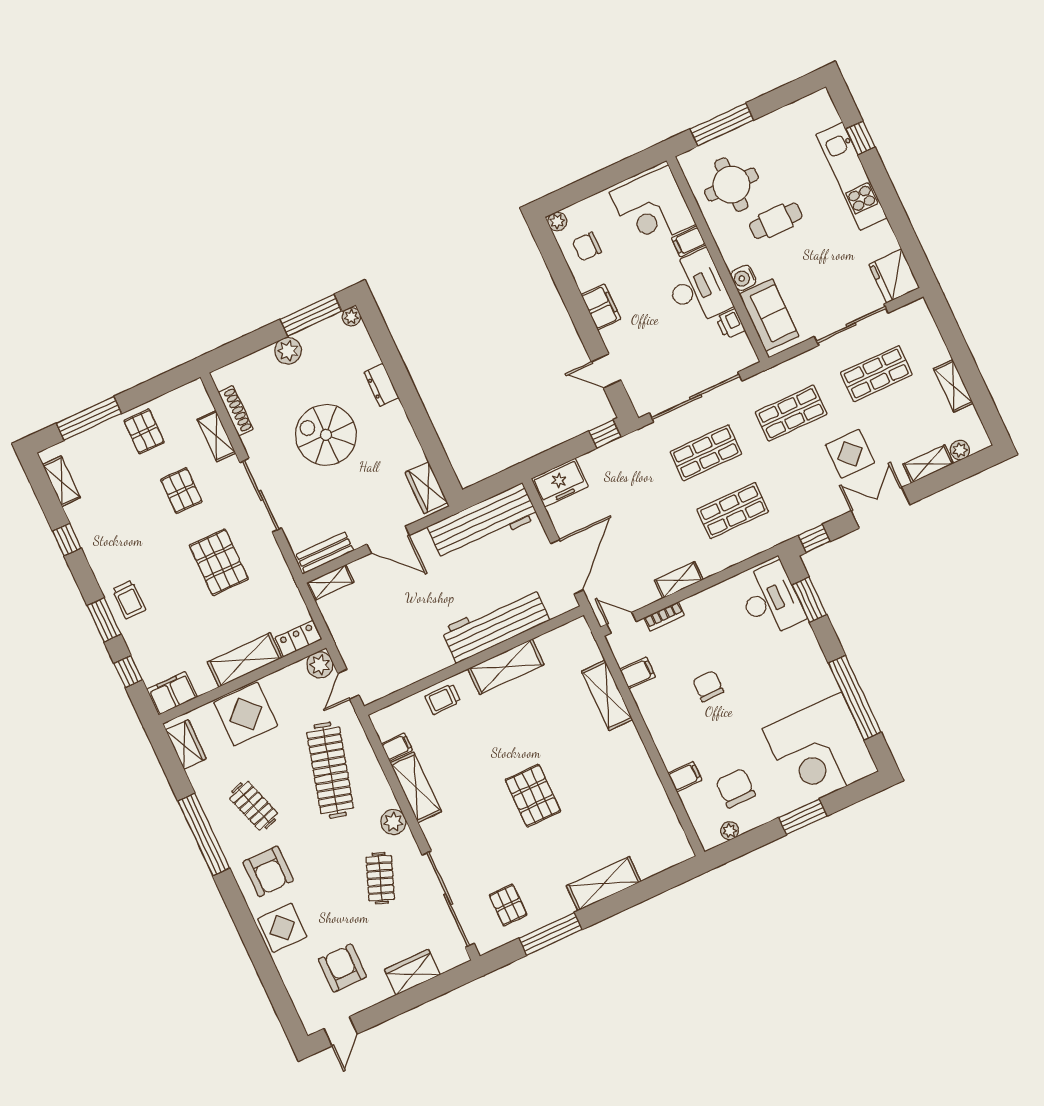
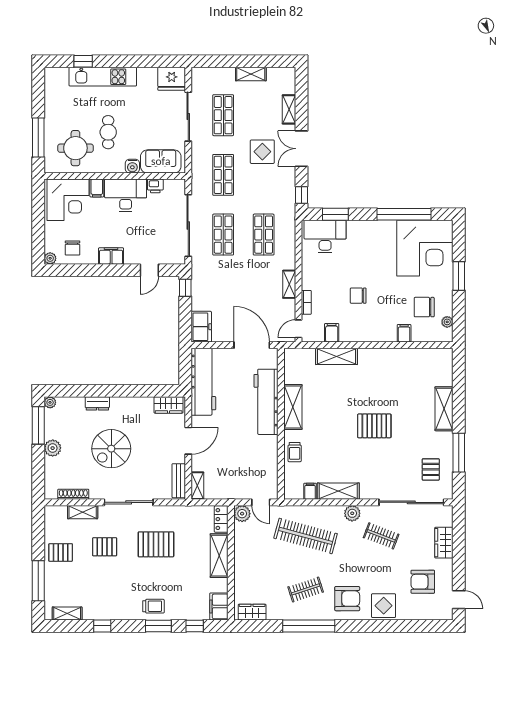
plant: (960, 450) -> (289, 87), removed
display table: (246, 714) -> (251, 569), removed
pallet: (508, 905) -> (431, 469), turned 90

